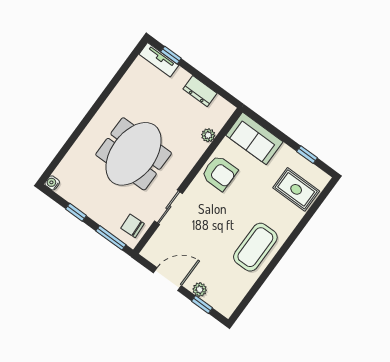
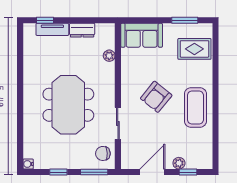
tv unit: (159, 60) -> (52, 29), moved
window: (307, 155) -> (185, 20), width x1.50
armchair: (219, 173) -> (156, 97), moved, turned 129

